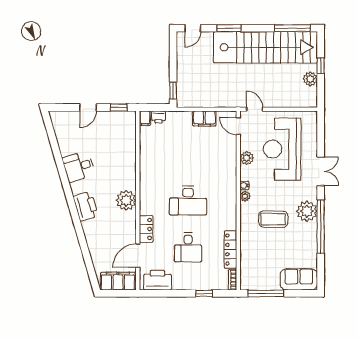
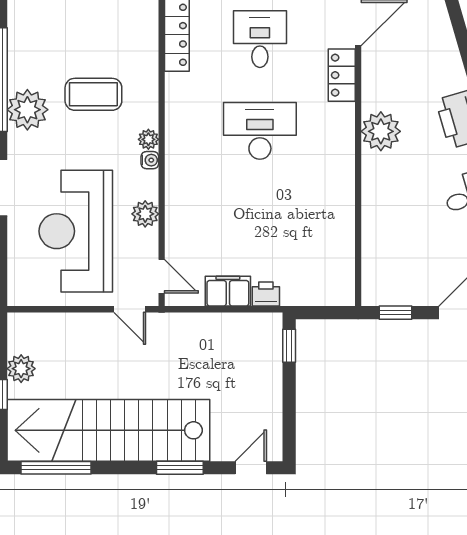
printer: (158, 117) -> (266, 294), moved
filing cabinet: (145, 118) -> (344, 292), removed
reception desk: (282, 149) -> (76, 231), turned 180

